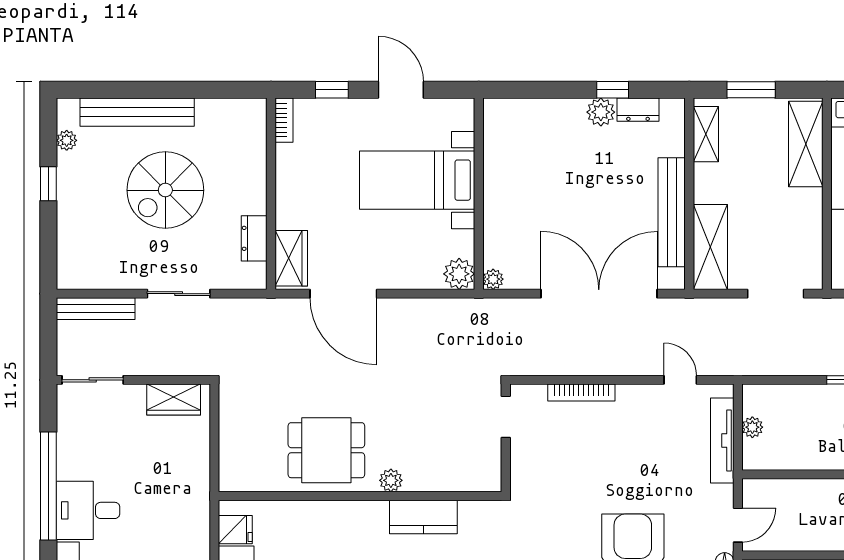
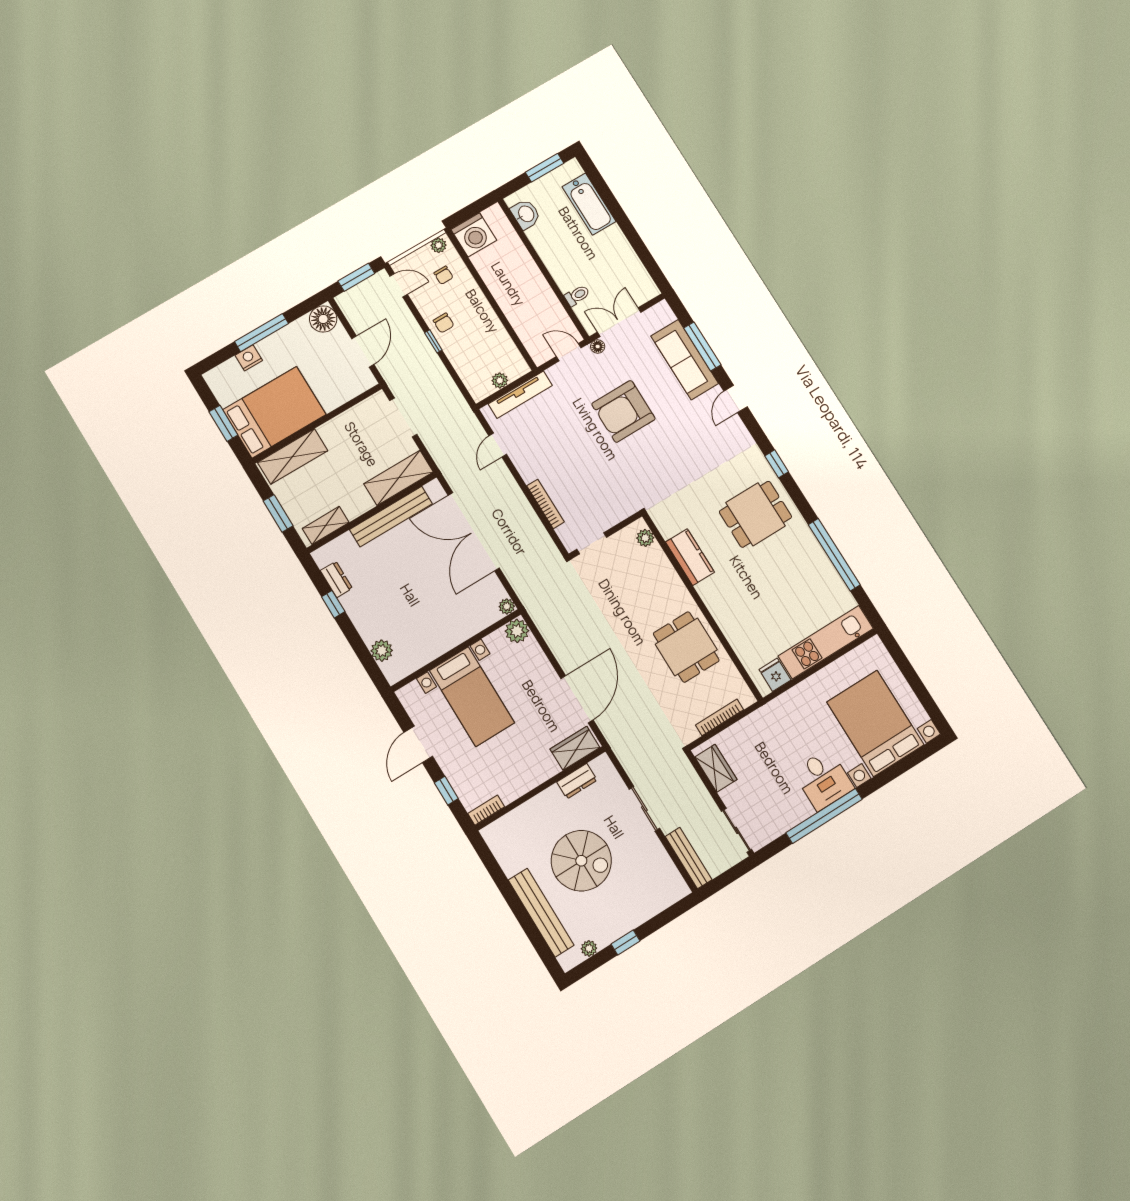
plant: (601, 112) -> (382, 651), moved
bookcase: (227, 438) -> (720, 717), added
plant: (391, 480) -> (645, 538), moved

